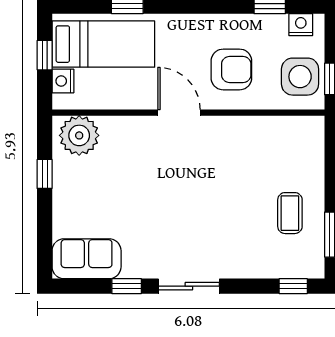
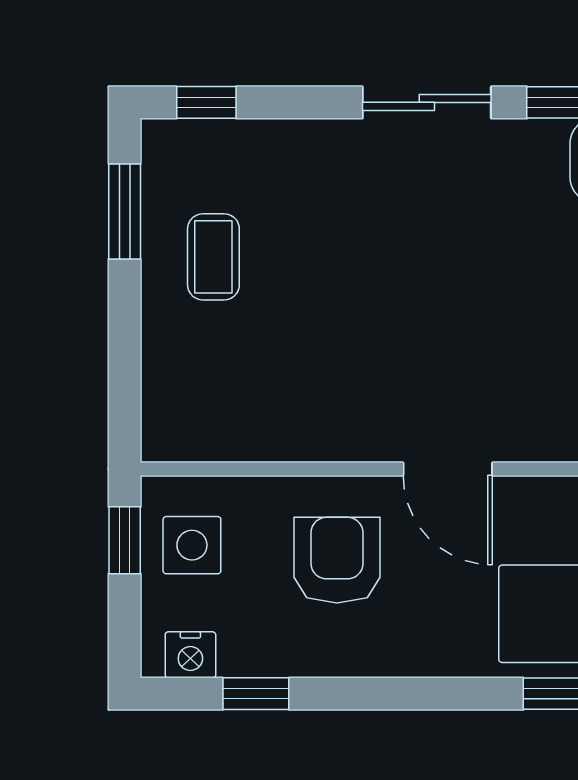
armchair: (231, 69) -> (337, 560), turned 90
side table: (300, 77) -> (192, 545), width x0.73, depth x0.73

